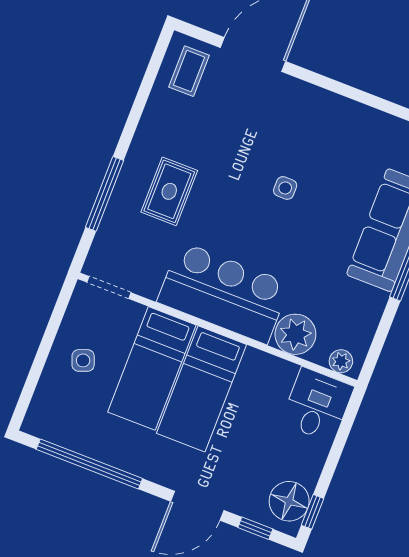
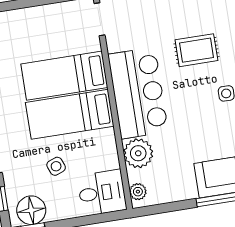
rug: (169, 191) -> (196, 50), moved
side table: (83, 360) -> (56, 166), moved

